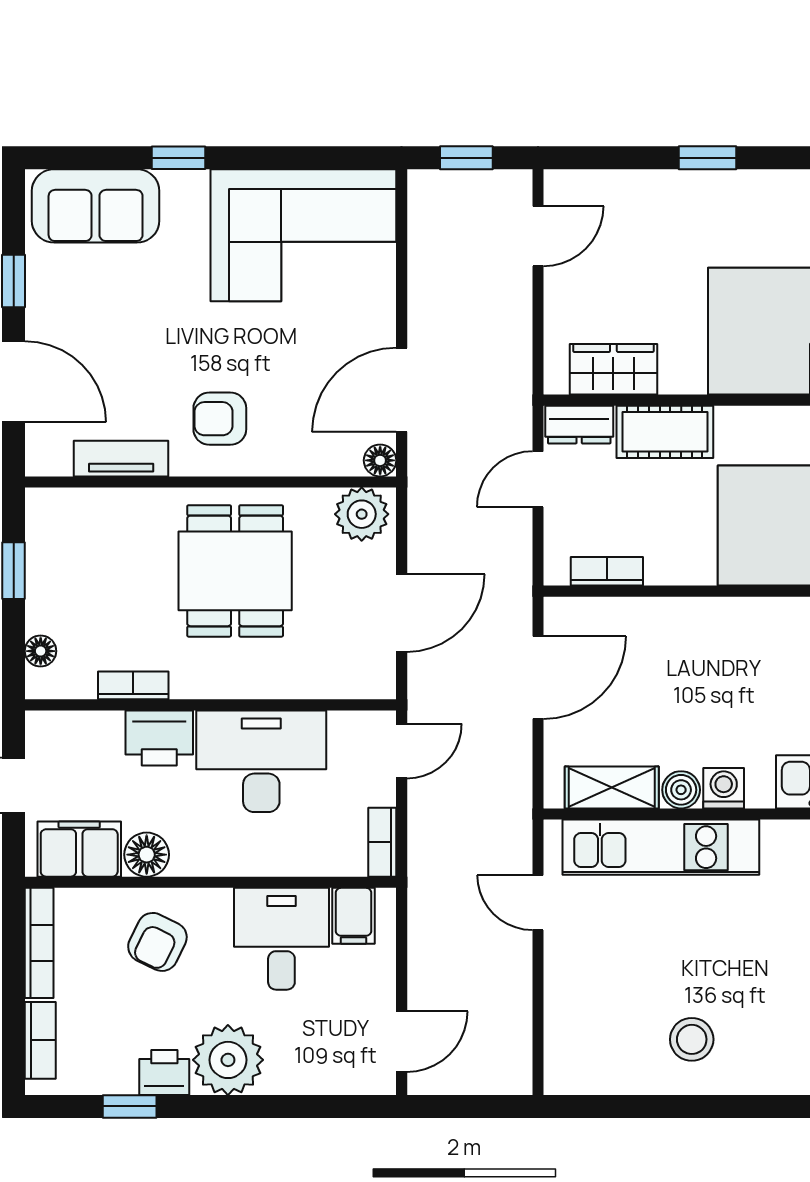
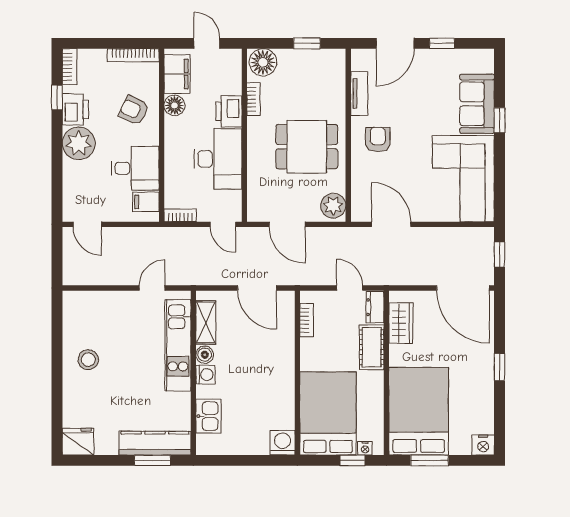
sofa: (96, 206) -> (477, 104), moved
door: (538, 236) -> (463, 288), width x1.87
floor lamp: (380, 460) -> (358, 214), removed
floor lamp: (41, 651) -> (263, 62), width x1.89, depth x1.89
bookcase: (40, 1040) -> (69, 67), moved, turned -90
printer: (164, 1072) -> (75, 109), width x1.36, depth x1.24

